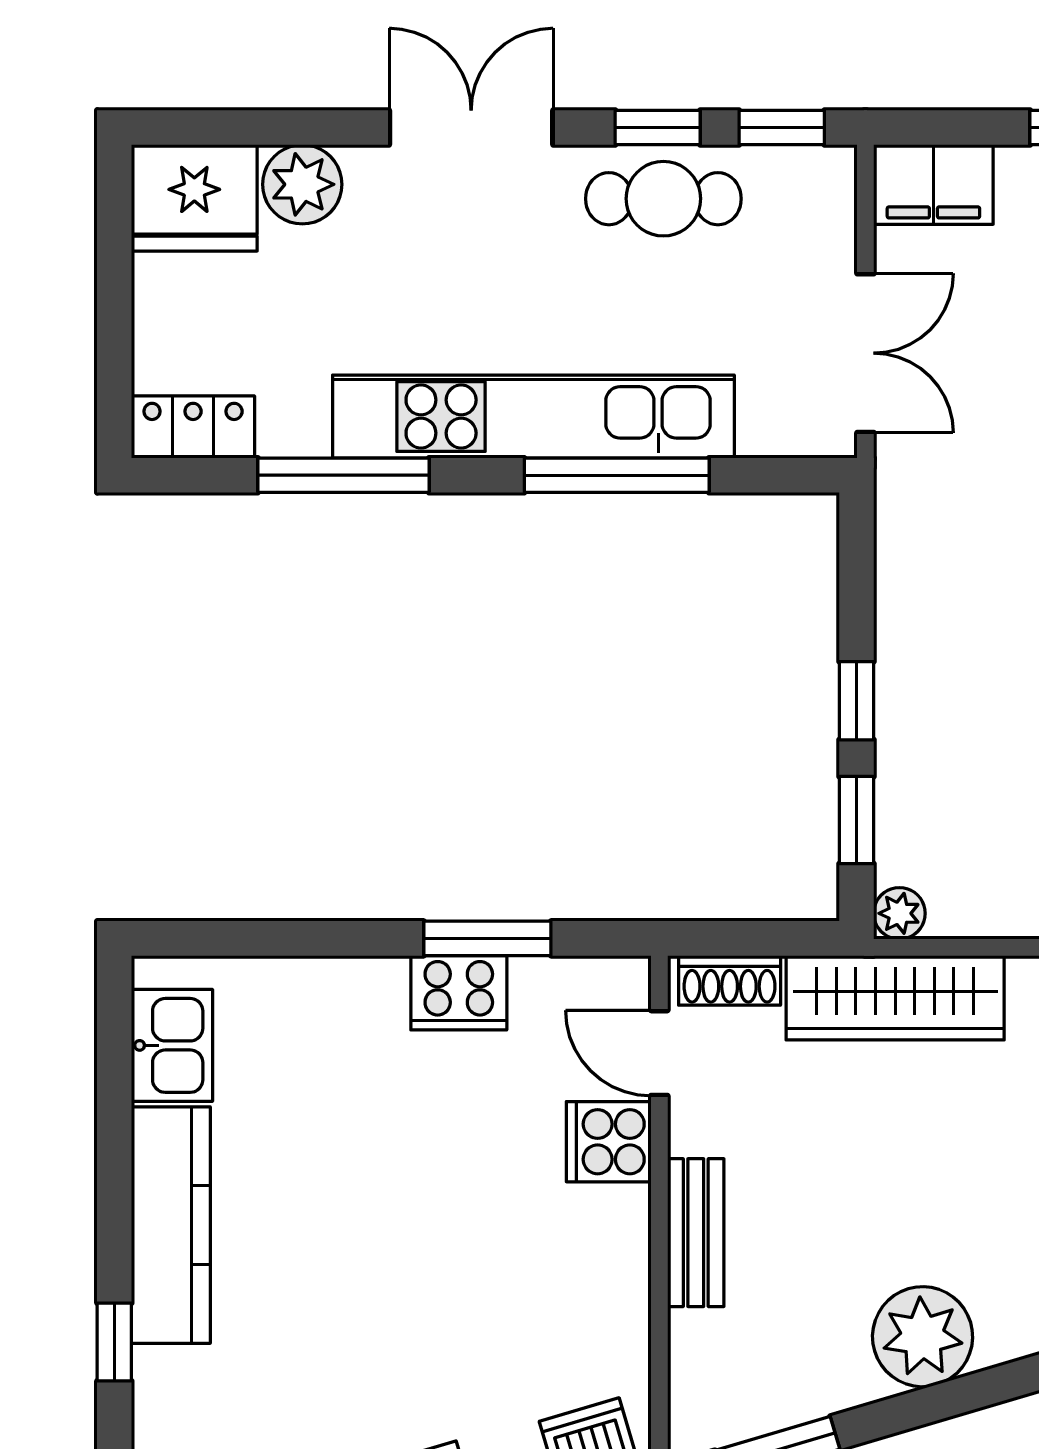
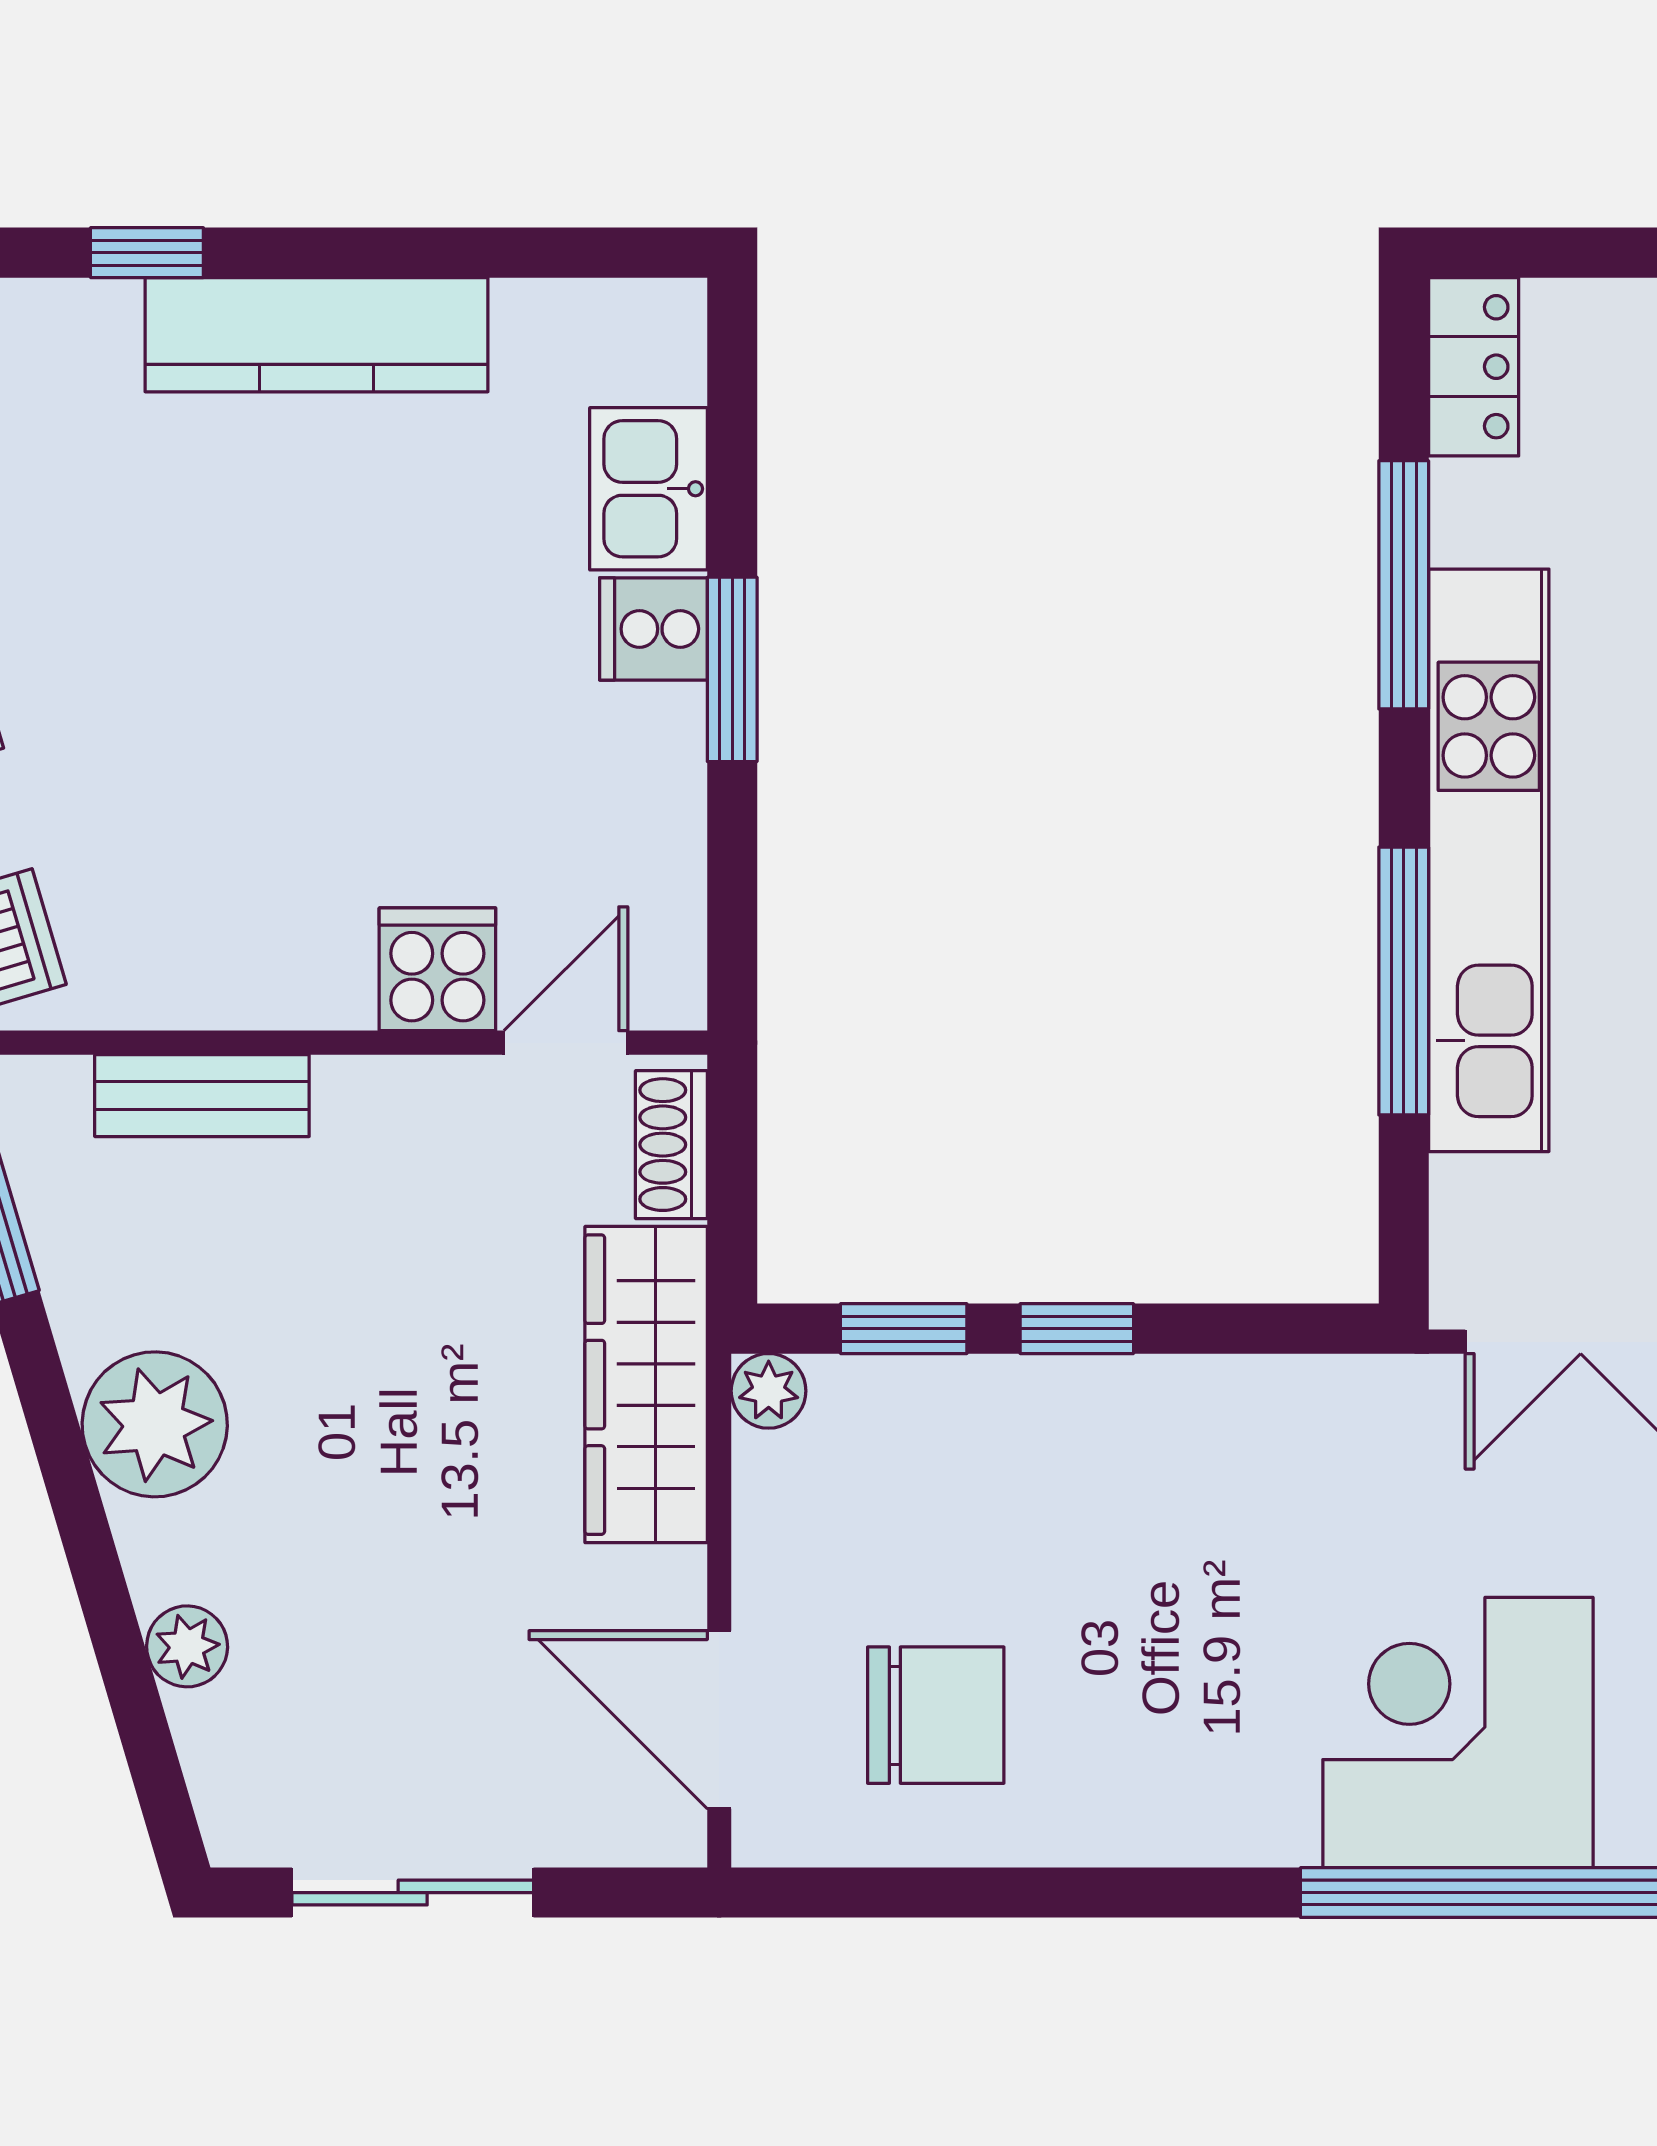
window: (487, 938) -> (732, 669), moved
cooker: (459, 993) -> (653, 629), moved, width x0.73
kitchen sink: (172, 1045) -> (648, 489), moved, turned 90
bench: (696, 1233) -> (202, 1096), moved

